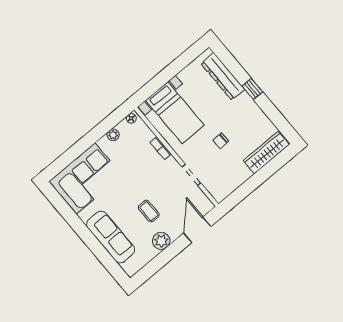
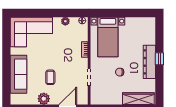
dresser: (223, 76) -> (149, 62), moved

